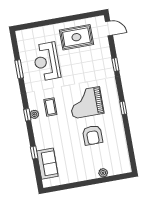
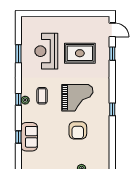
rug: (76, 37) -> (80, 53), moved
window: (115, 65) -> (112, 54), moved
grand piano: (86, 103) -> (77, 98), turned 180
sofa: (47, 164) -> (29, 137), moved

